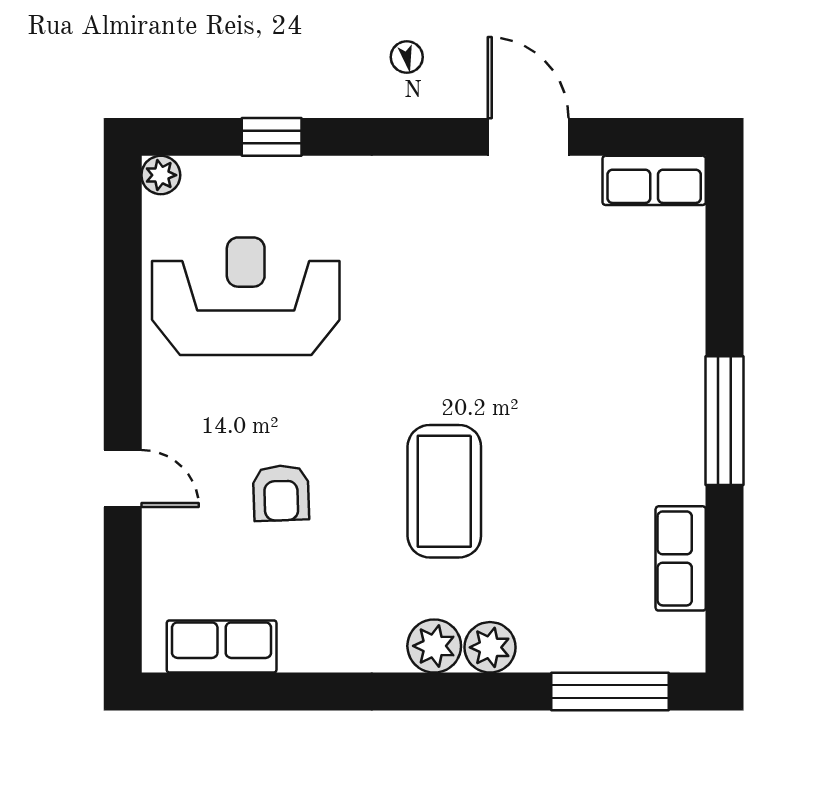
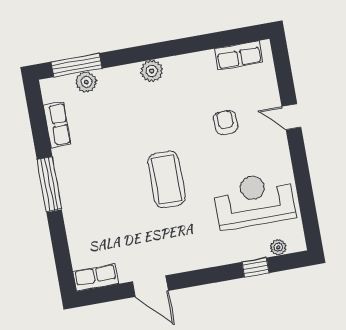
plant: (161, 175) -> (278, 247), moved
reception desk: (246, 296) -> (254, 200), turned 180
coffee table: (444, 491) -> (166, 179), moved
plant: (490, 647) -> (86, 82), moved

